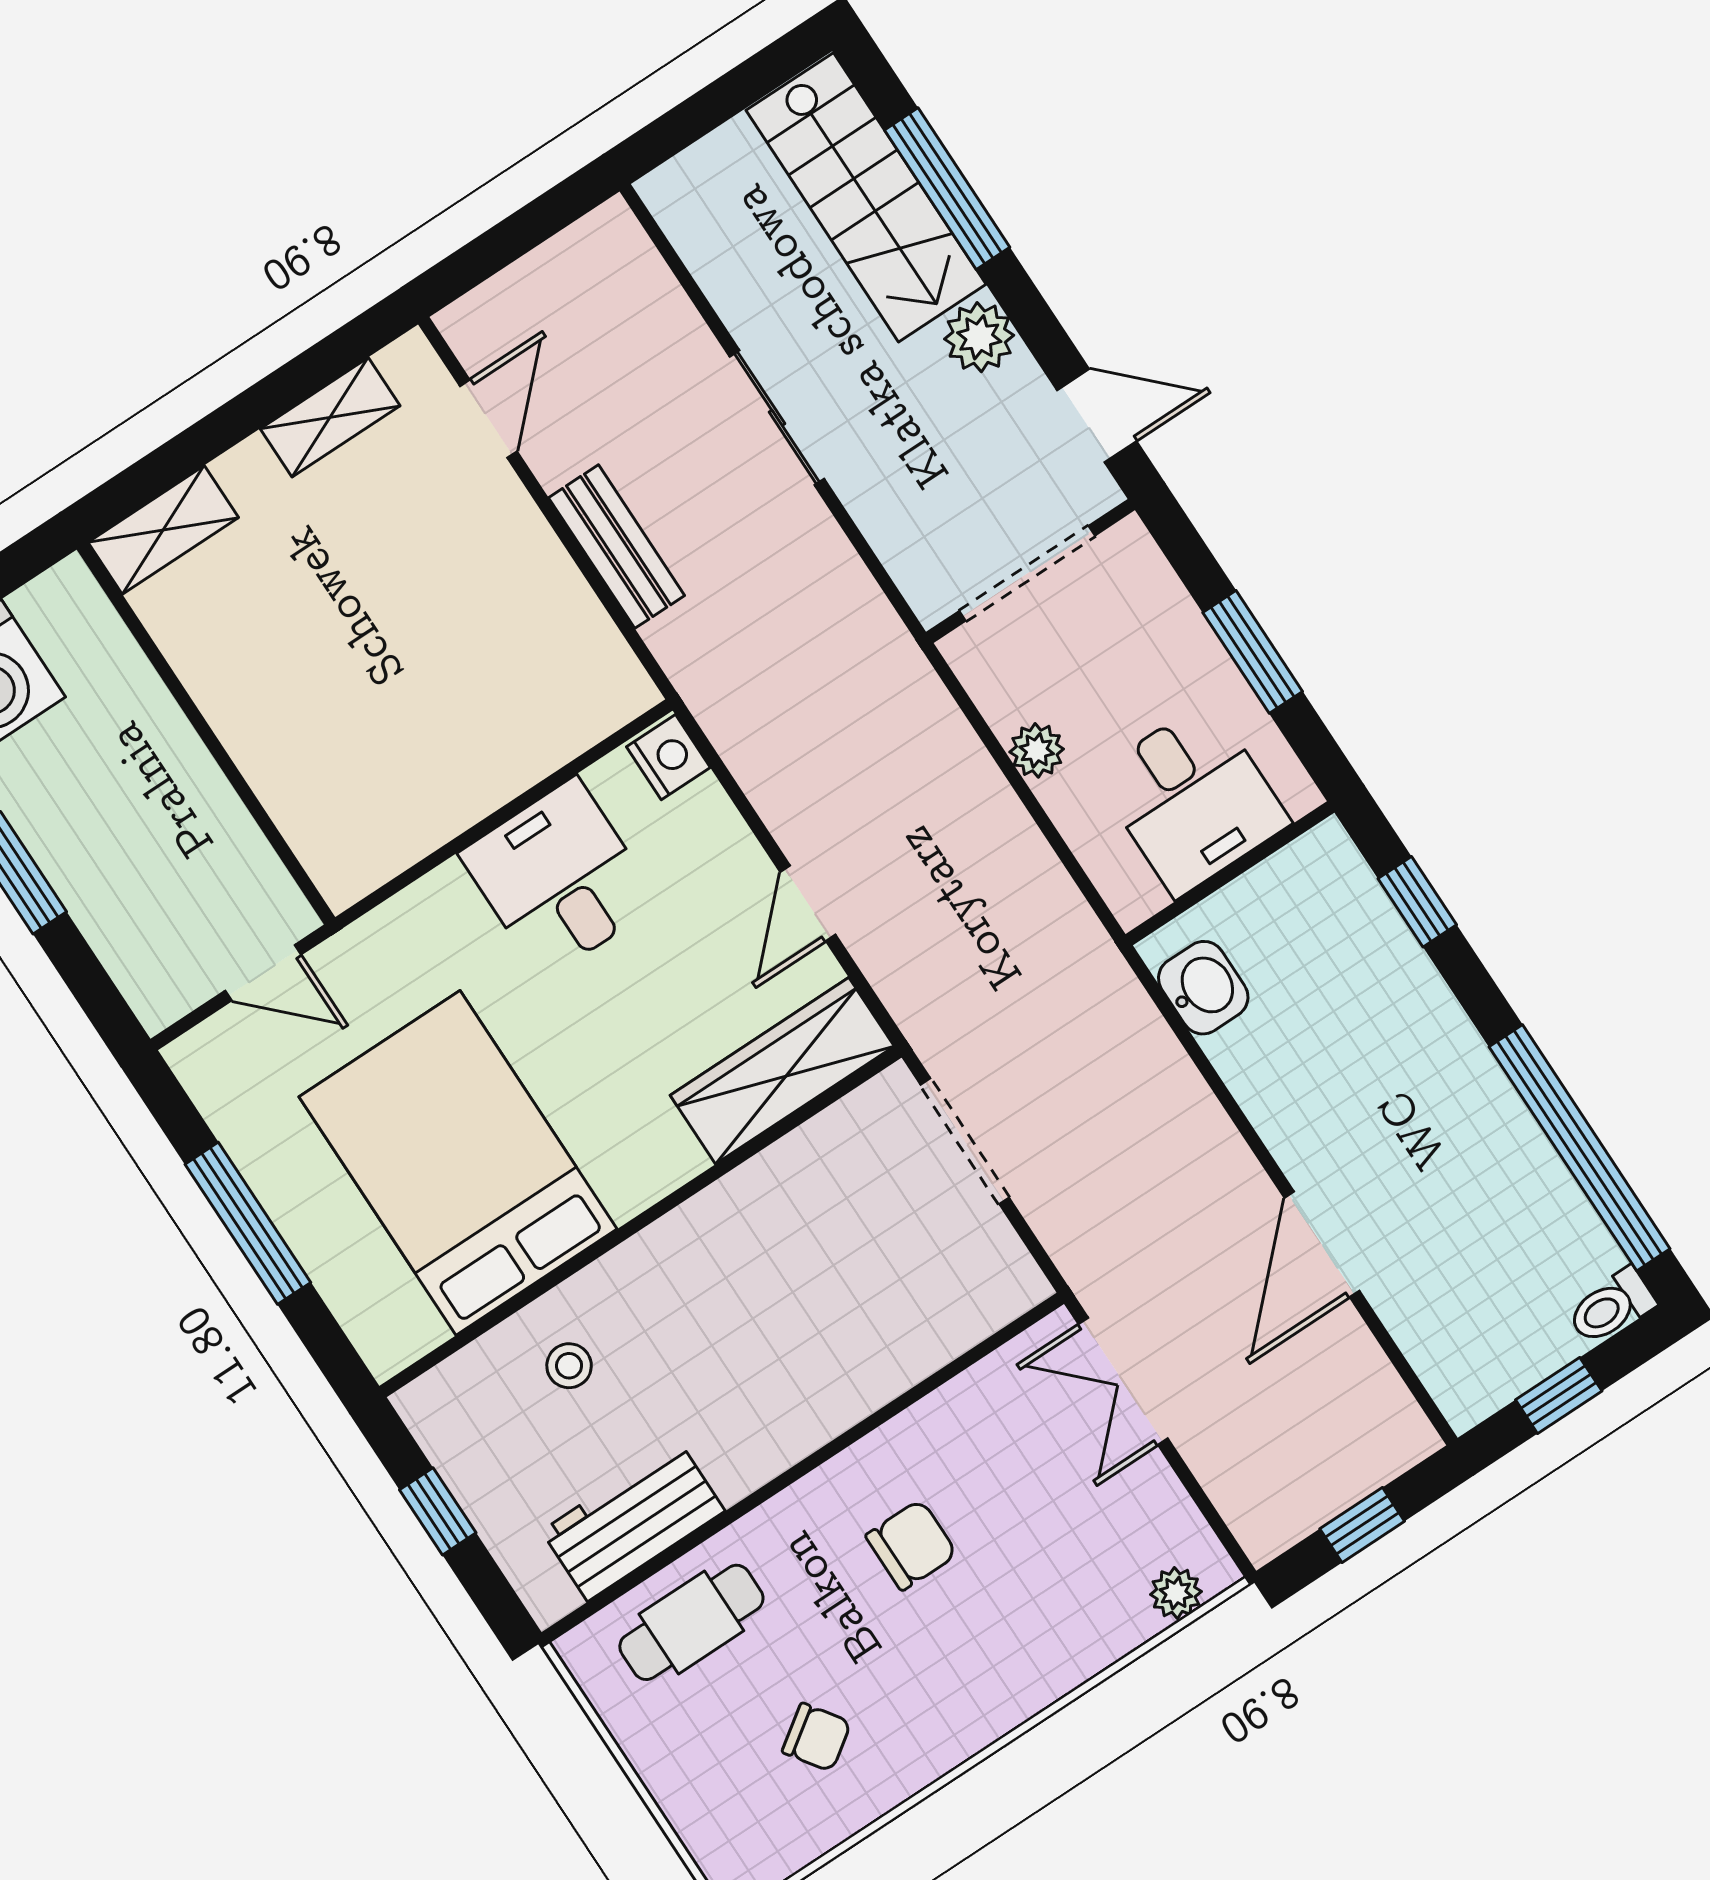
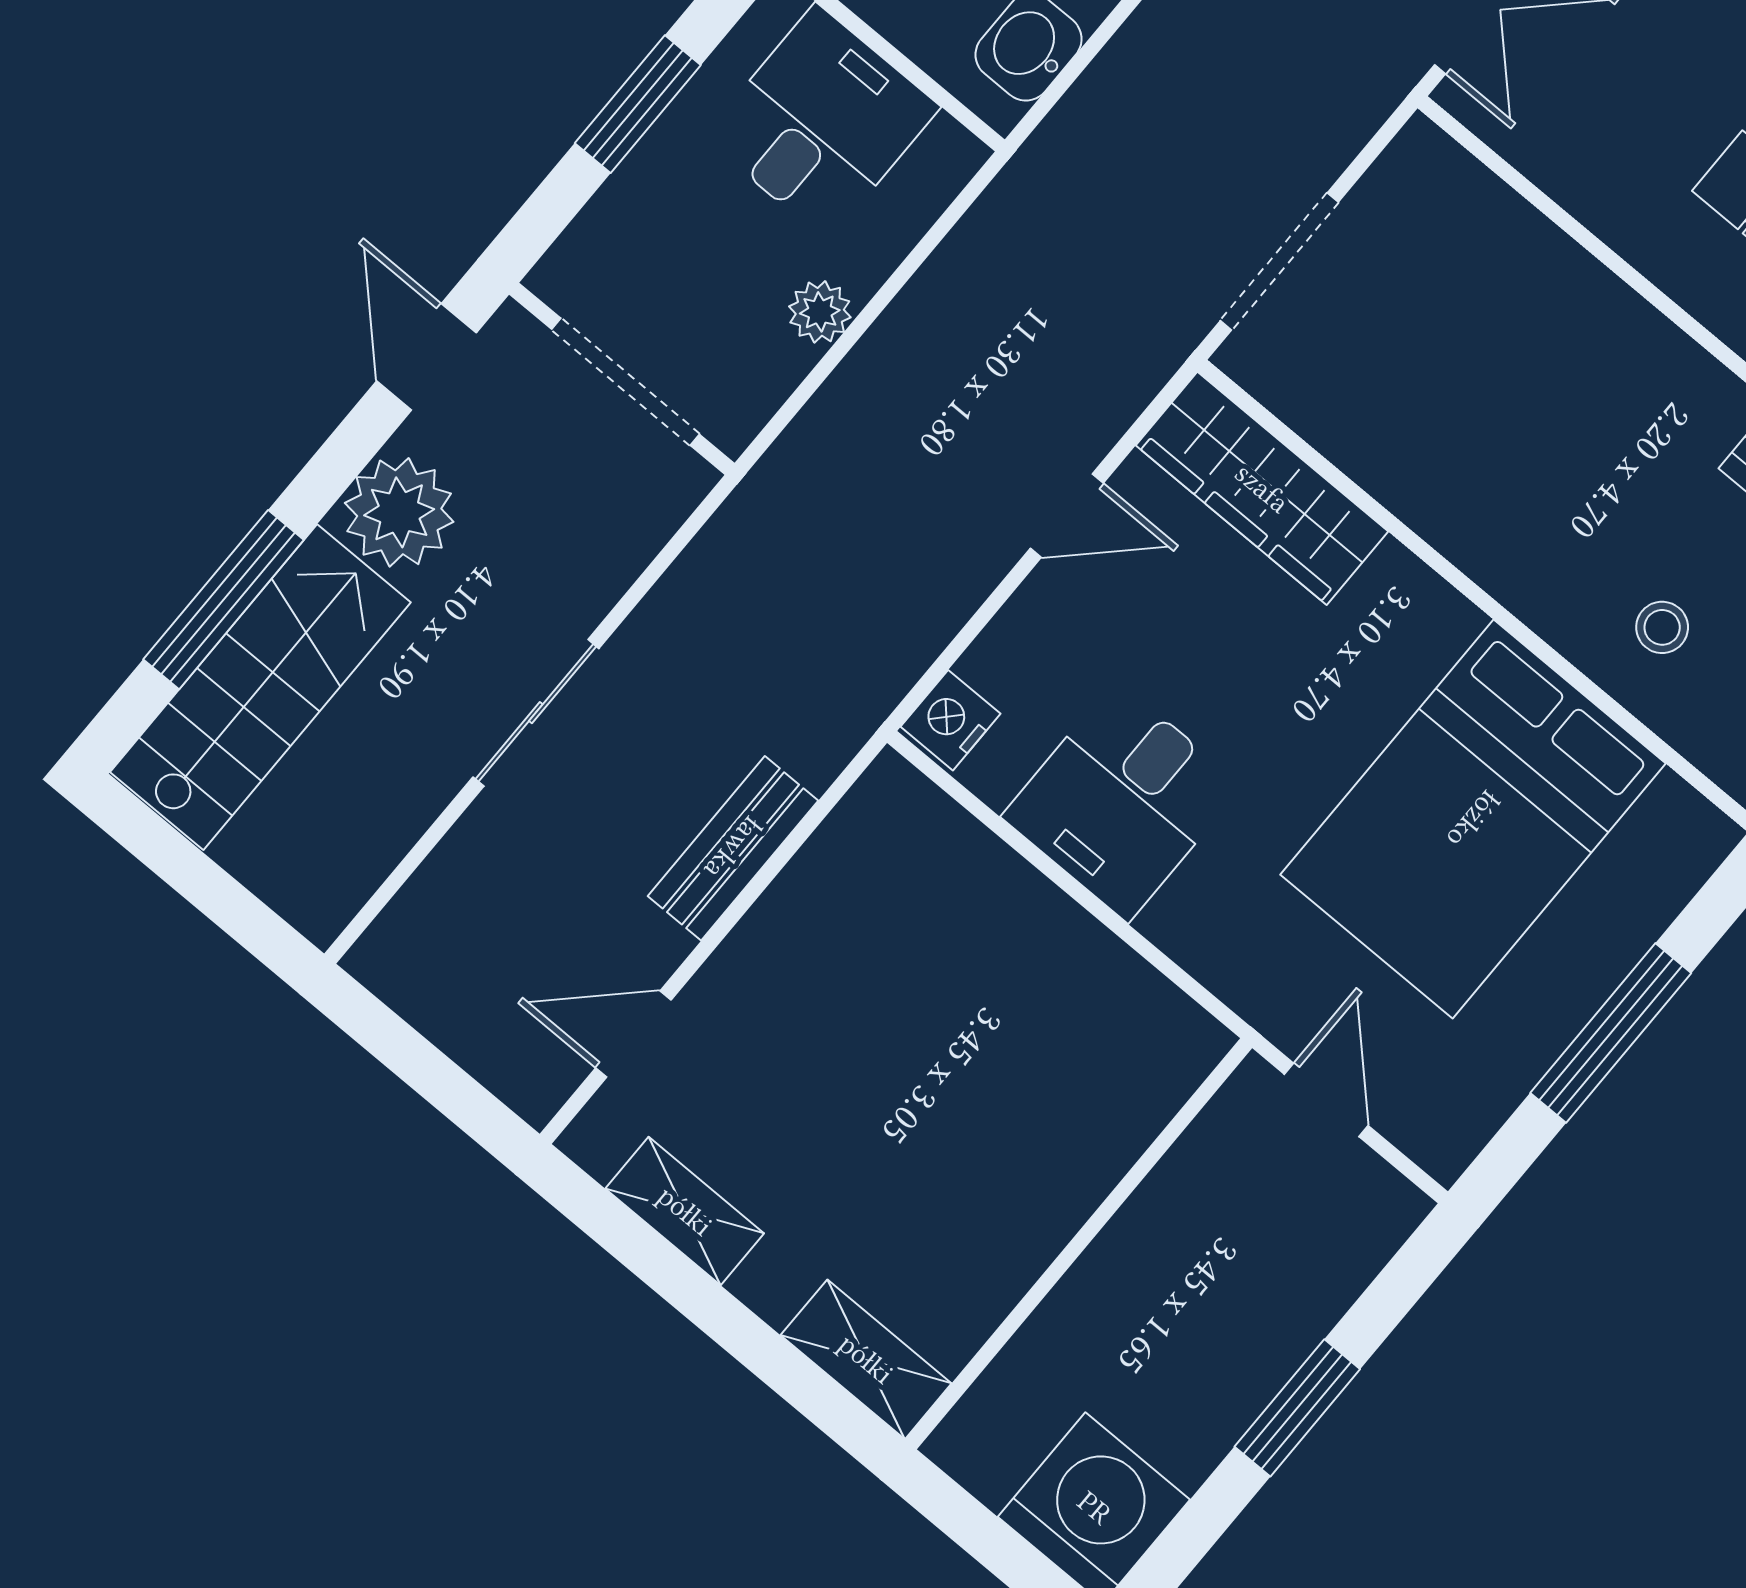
plant: (979, 337) -> (399, 512), width x1.36, depth x1.36

